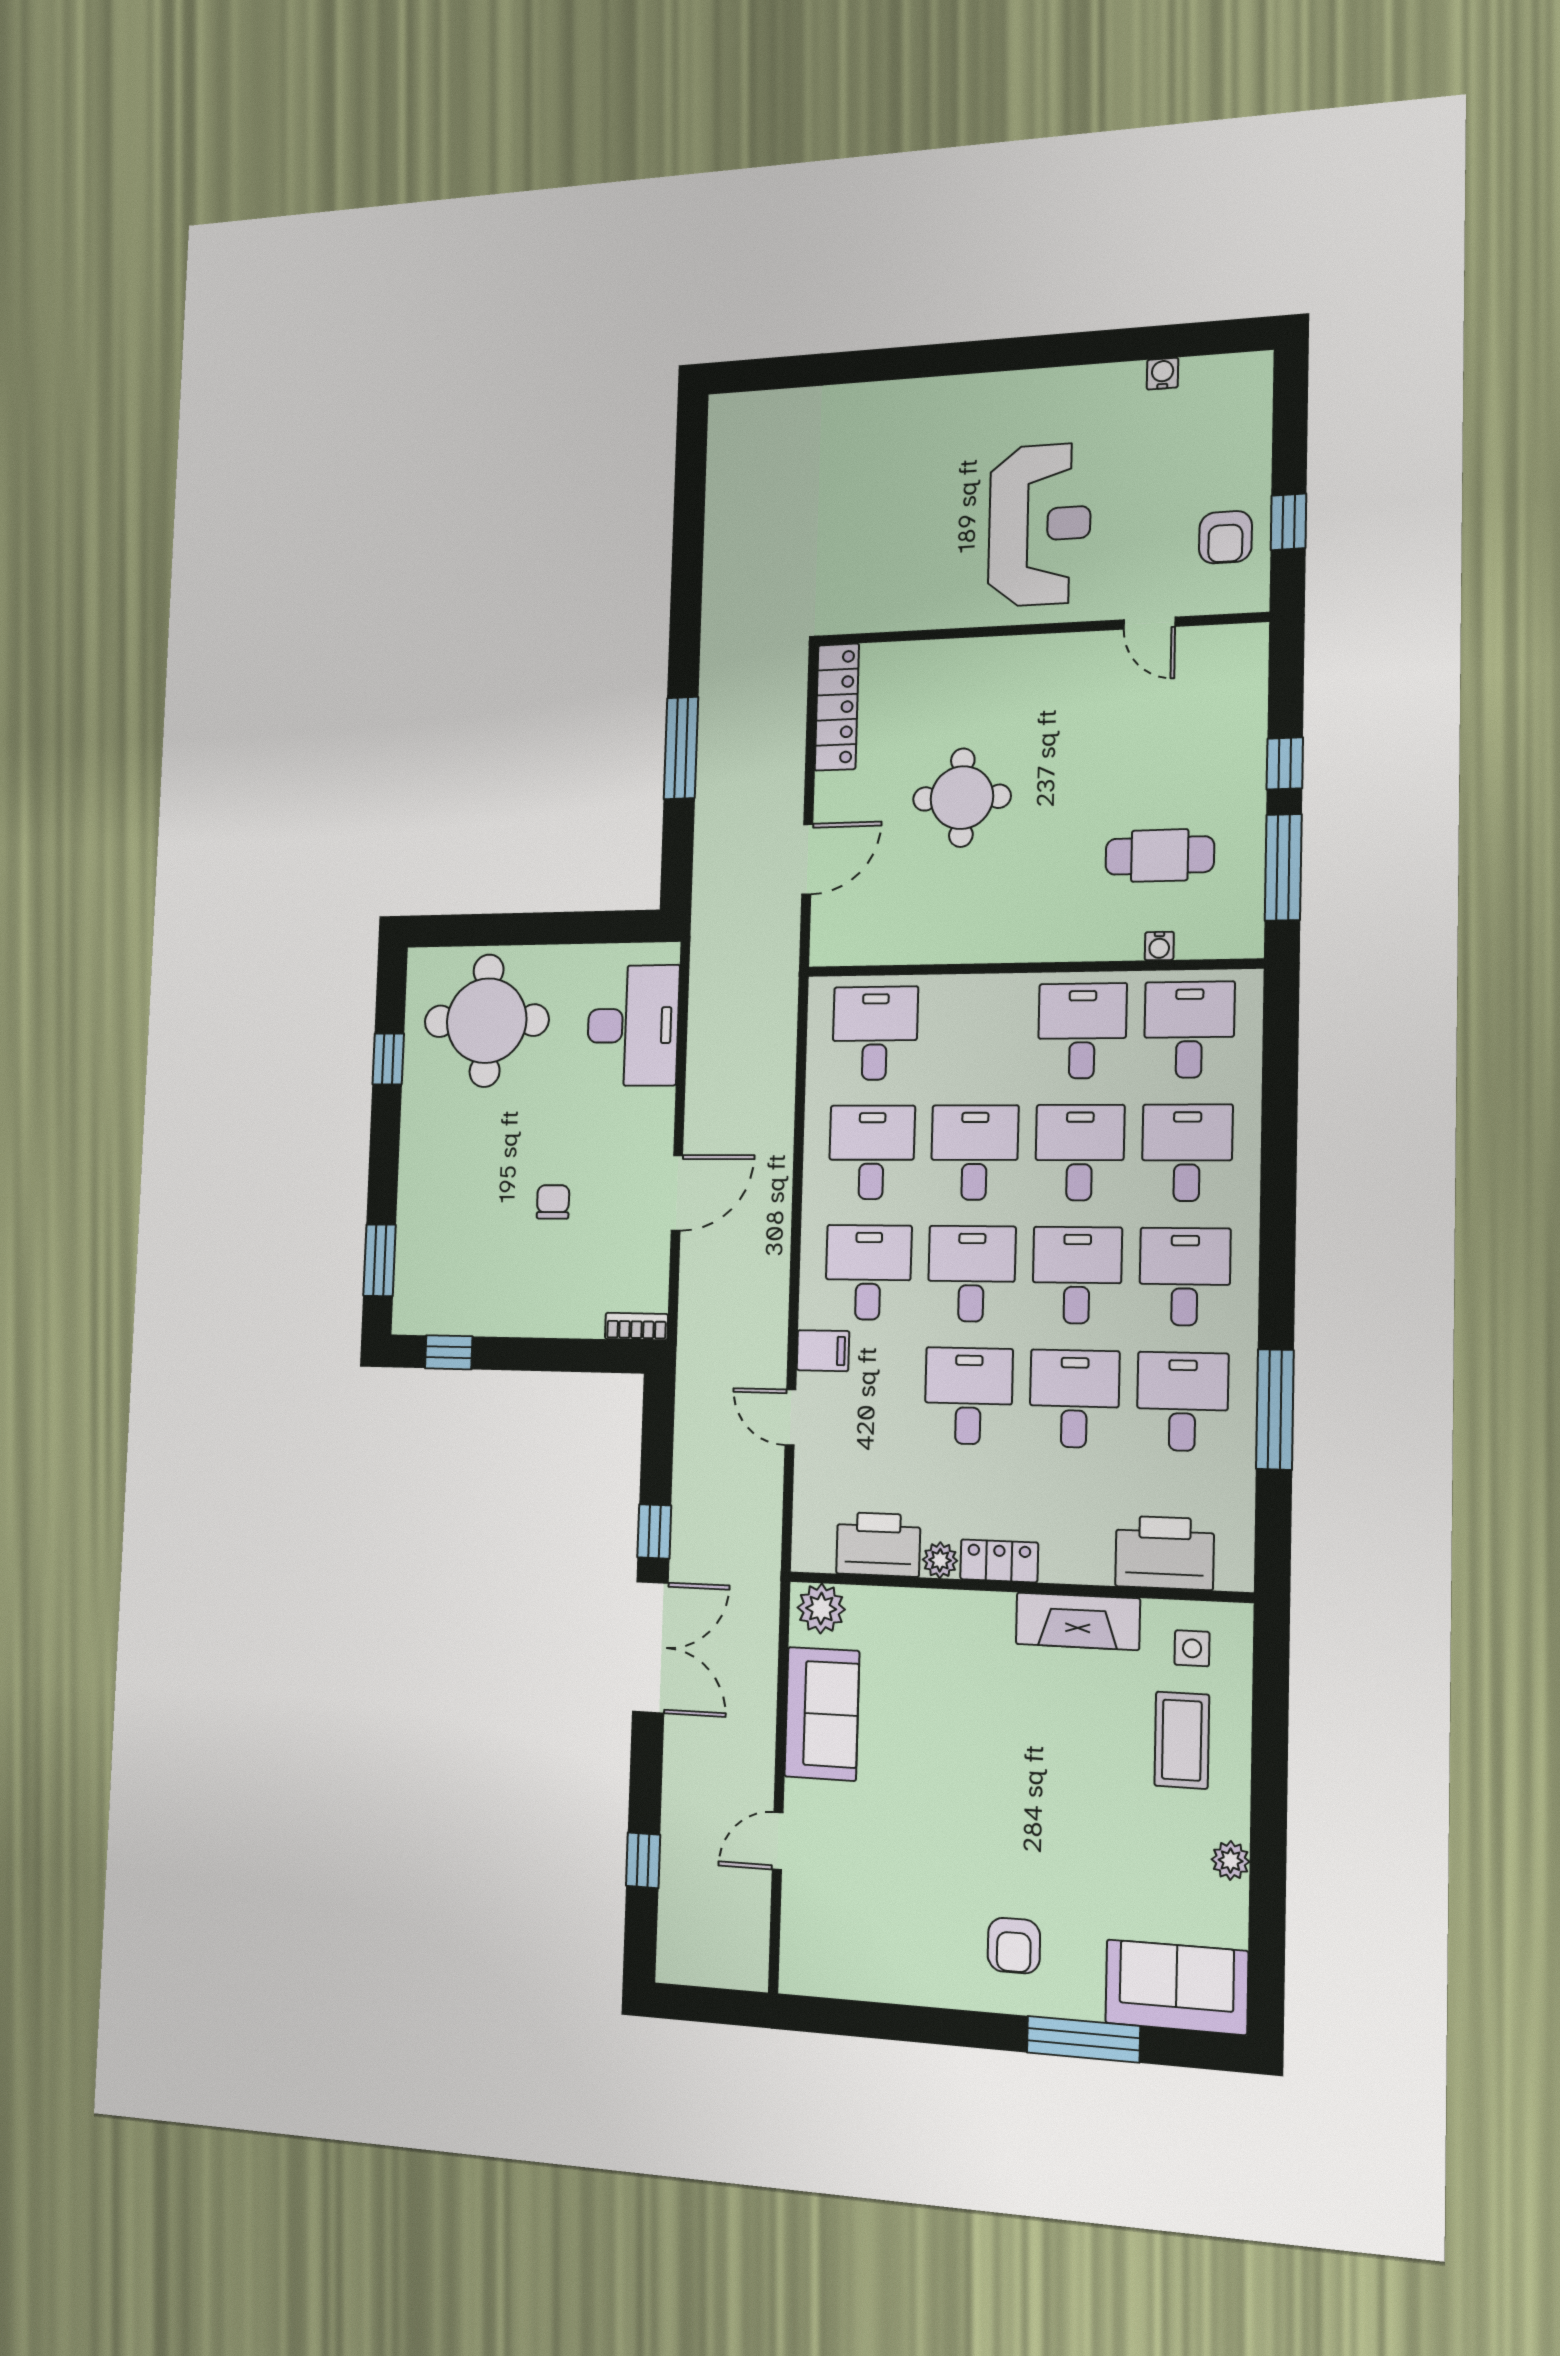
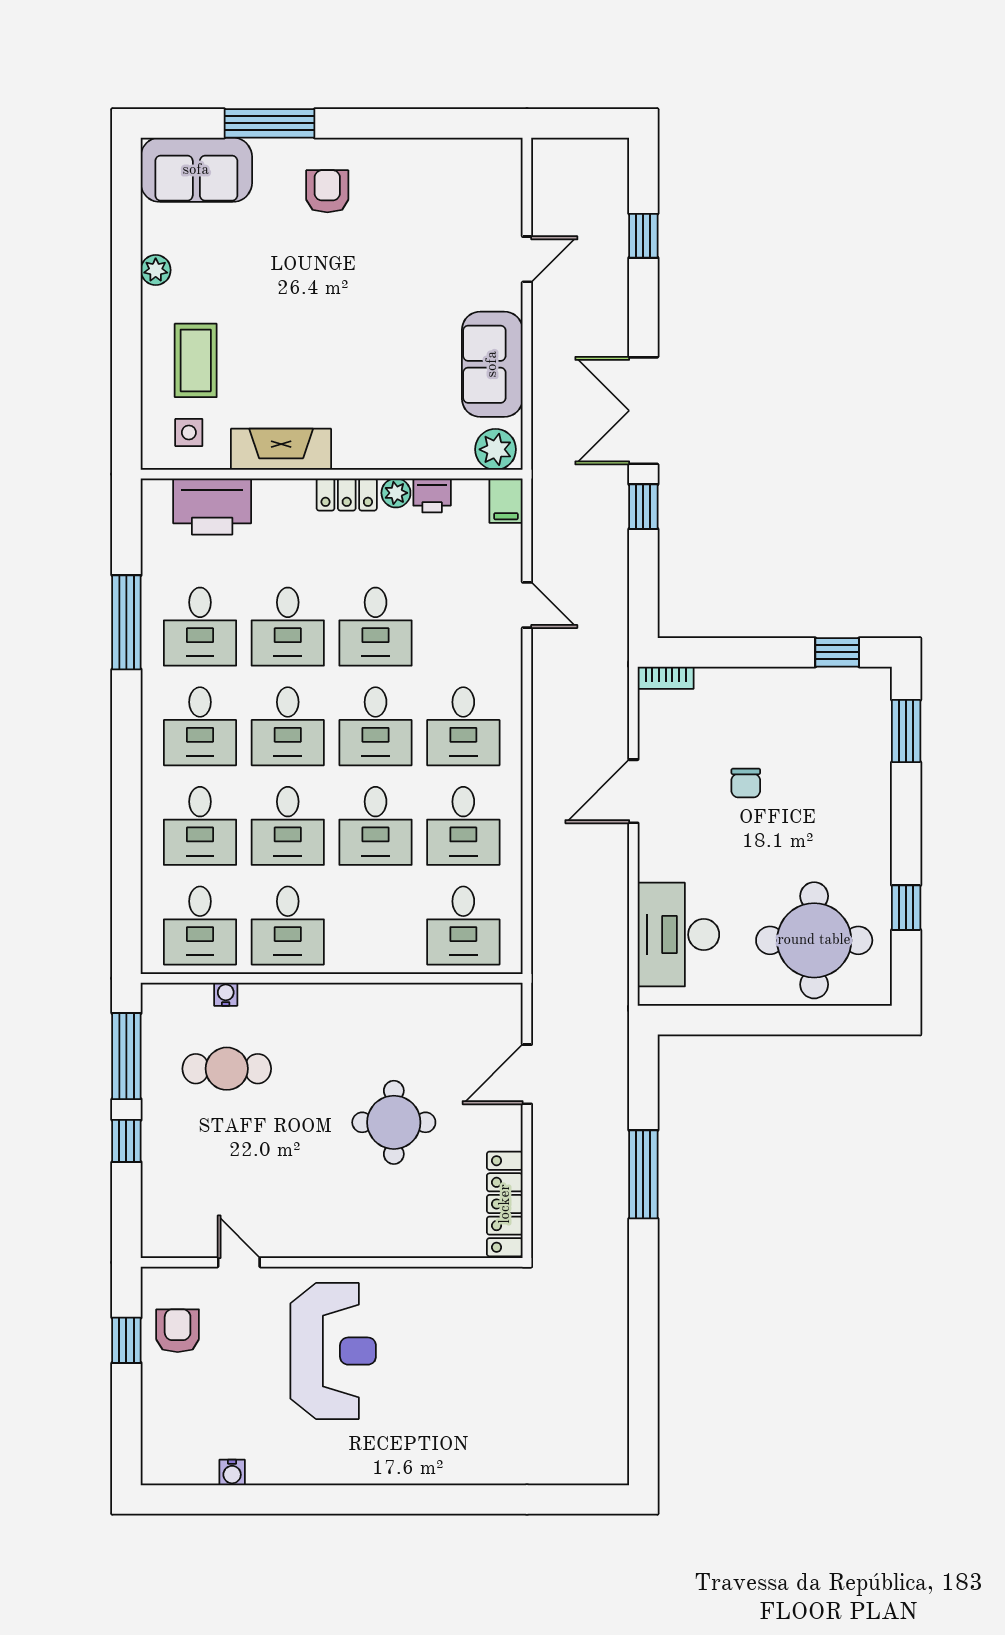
reception desk: (1040, 525) -> (333, 1351), turned 180
filing cabinet: (823, 1351) -> (506, 501), moved, turned -90
printer: (878, 1544) -> (432, 495), width x0.53, depth x0.68

